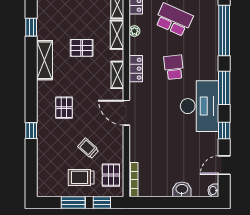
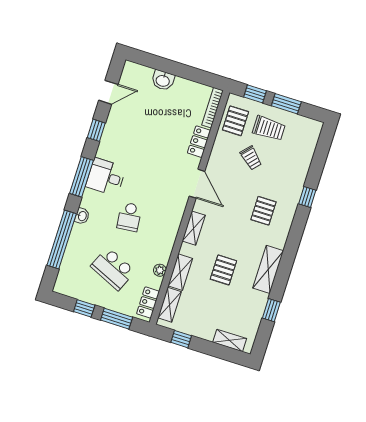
pallet: (82, 48) -> (223, 270), turned 90
locker: (136, 69) -> (199, 142), moved
desk: (200, 106) -> (106, 177), width x0.53, depth x0.77
washbasin: (213, 190) -> (82, 216), moved

